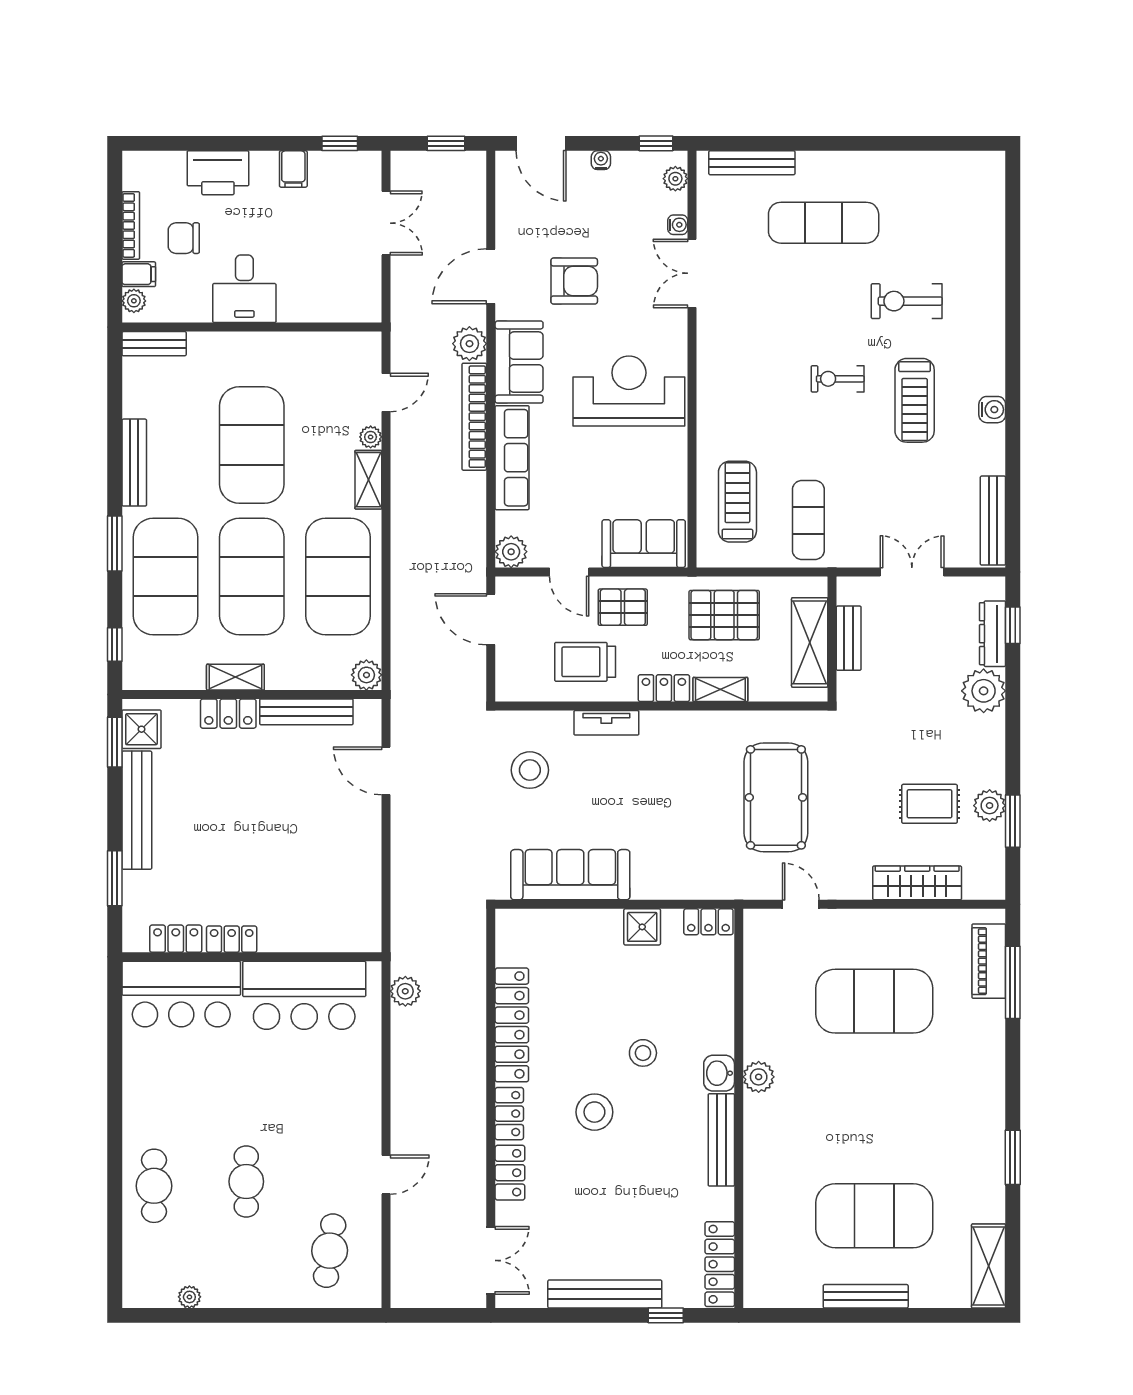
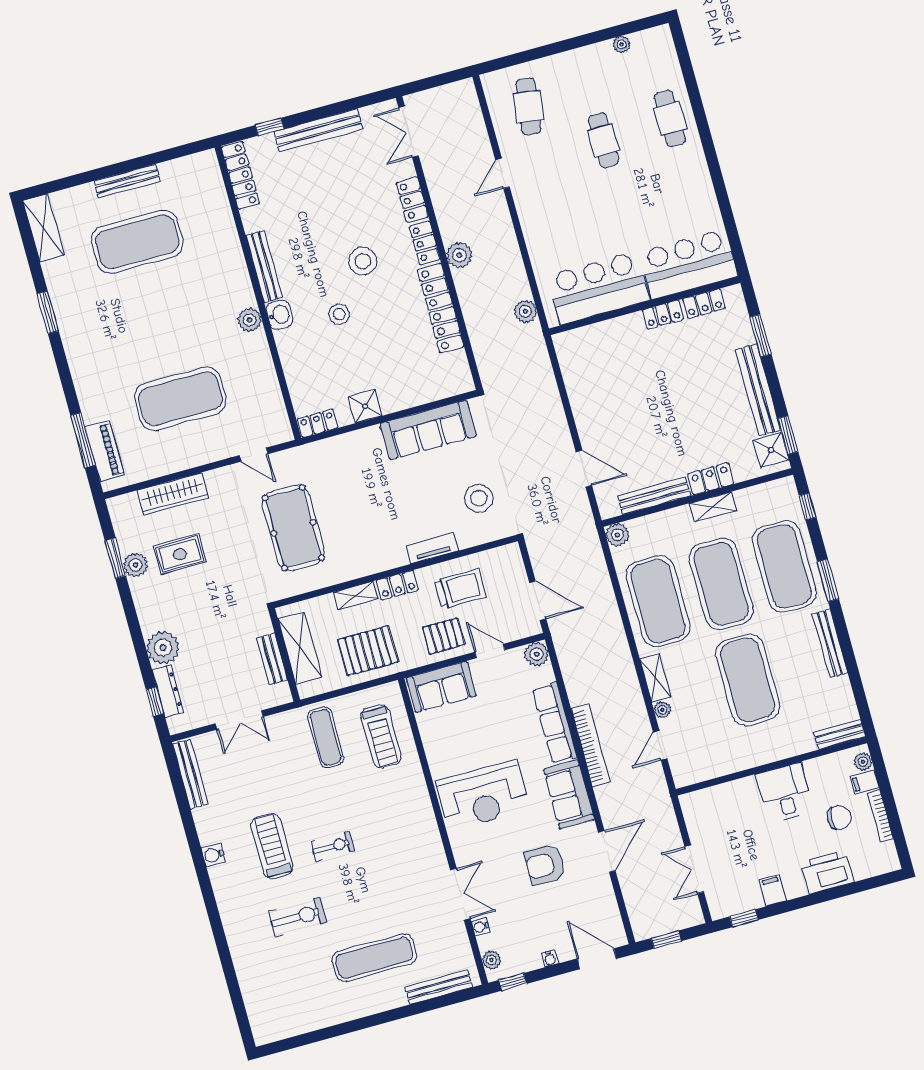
plant: (469, 344) -> (459, 255), moved

